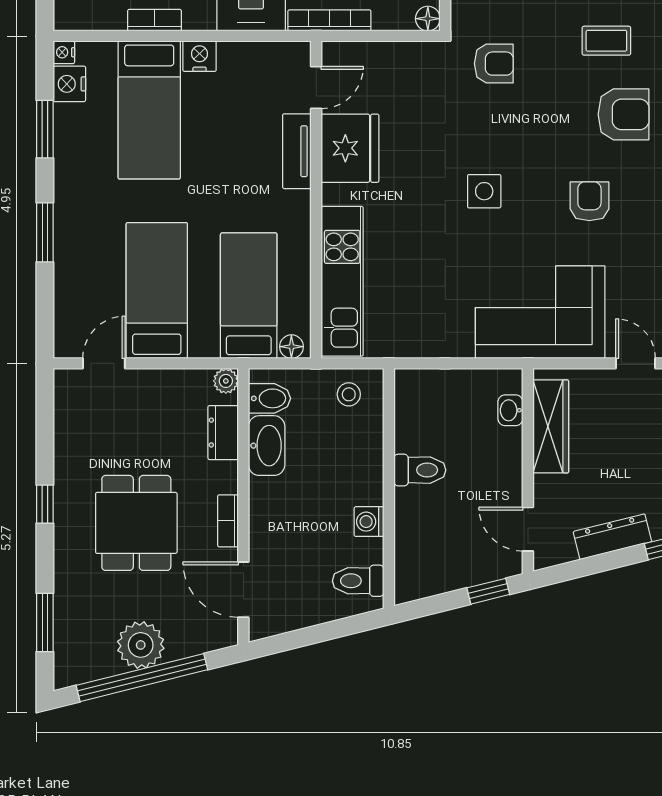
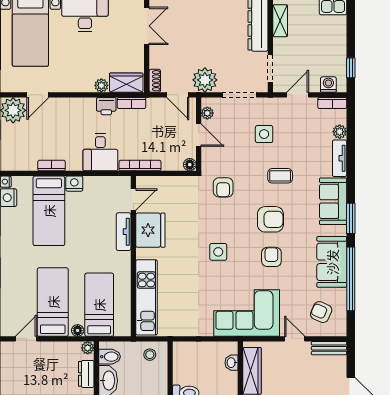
armchair: (494, 64) -> (223, 187), turned 90
armchair: (623, 114) -> (270, 219), moved
floor lamp: (291, 347) -> (78, 330), moved

